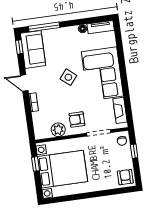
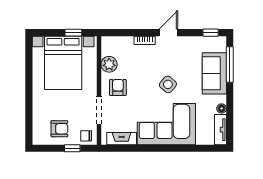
sofa: (33, 49) -> (214, 73), moved, turned 90
armchair: (125, 177) -> (59, 129), moved

